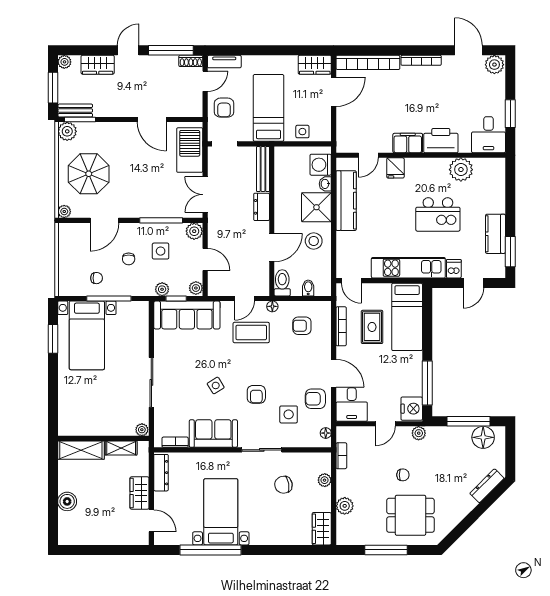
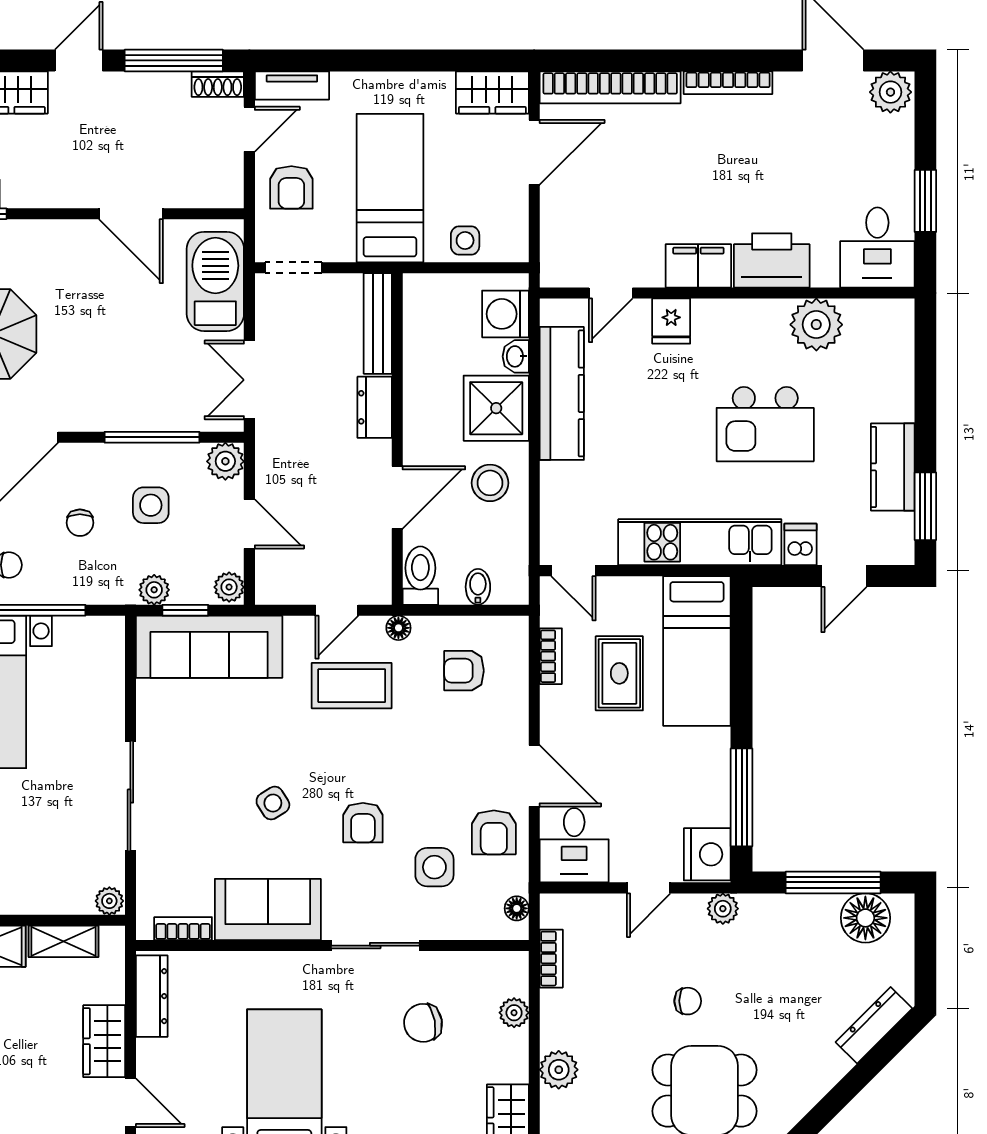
bookcase: (341, 326) -> (551, 656), width x0.64
armchair: (315, 399) -> (494, 832), turned -90

